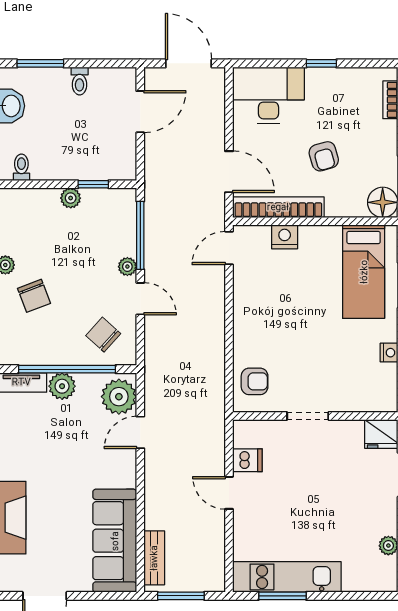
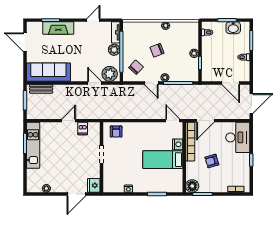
bed: (364, 272) -> (163, 160), moved
chair: (34, 296) -> (157, 50), moved
door: (140, 299) -> (151, 83), hinge flipped

